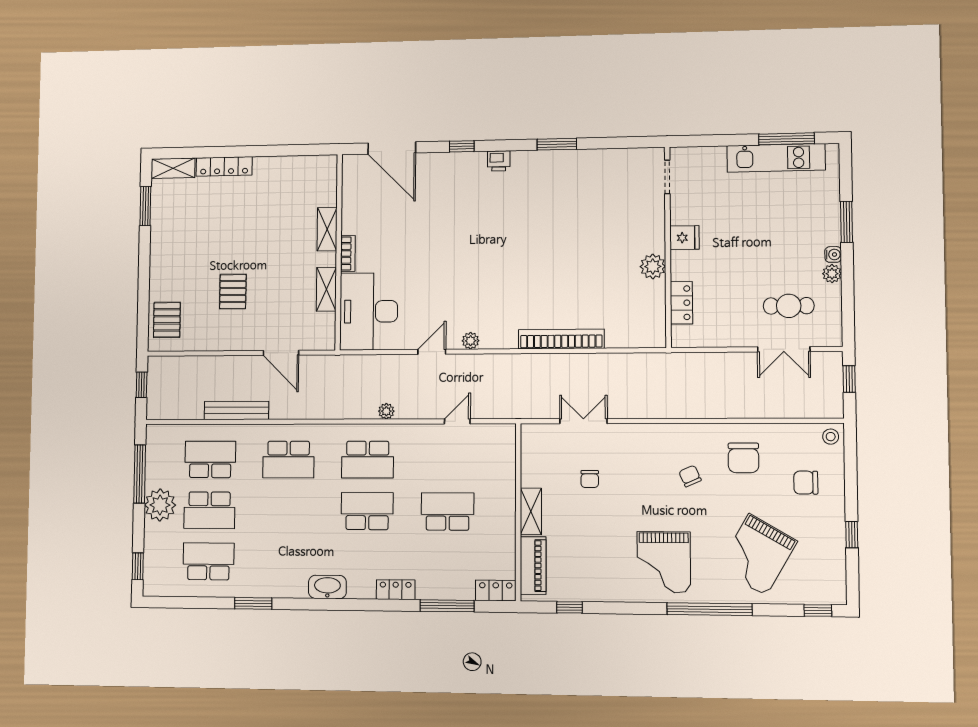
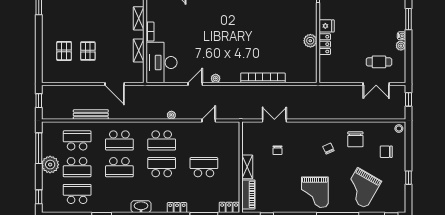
locker: (681, 303) -> (325, 44), moved
pallet: (167, 320) -> (64, 51), moved
school desk: (288, 511) -> (119, 167), added

